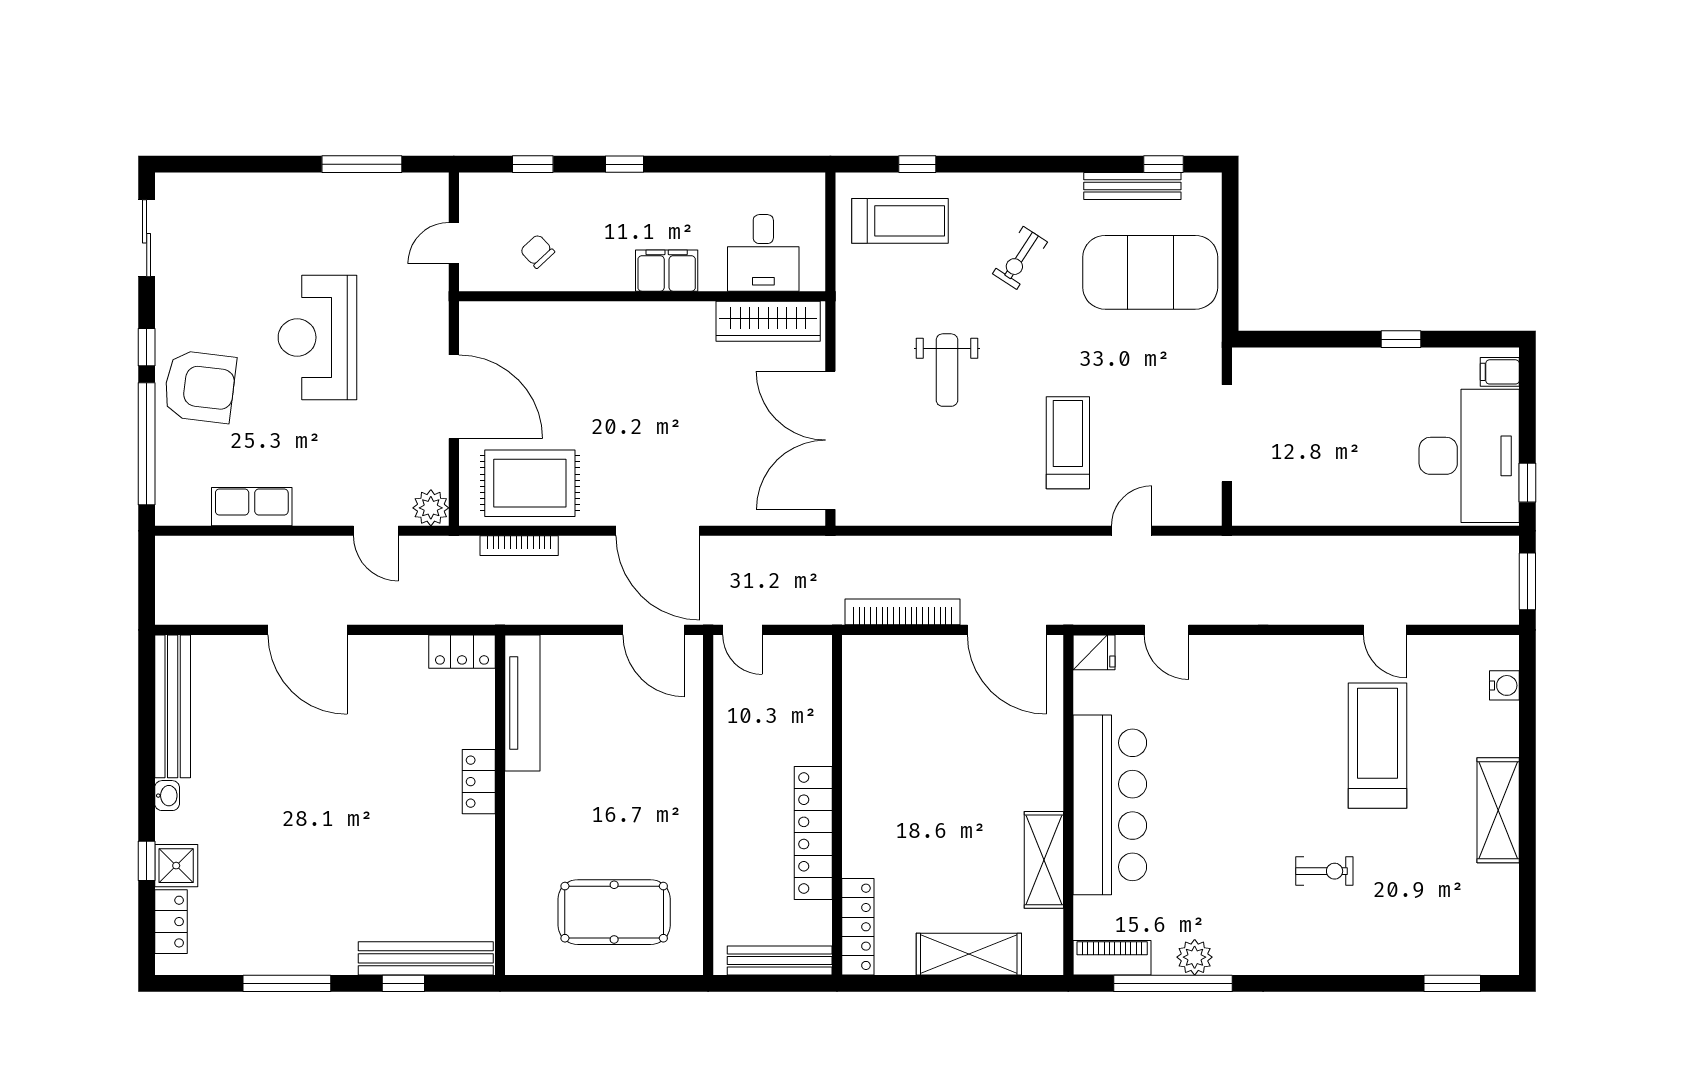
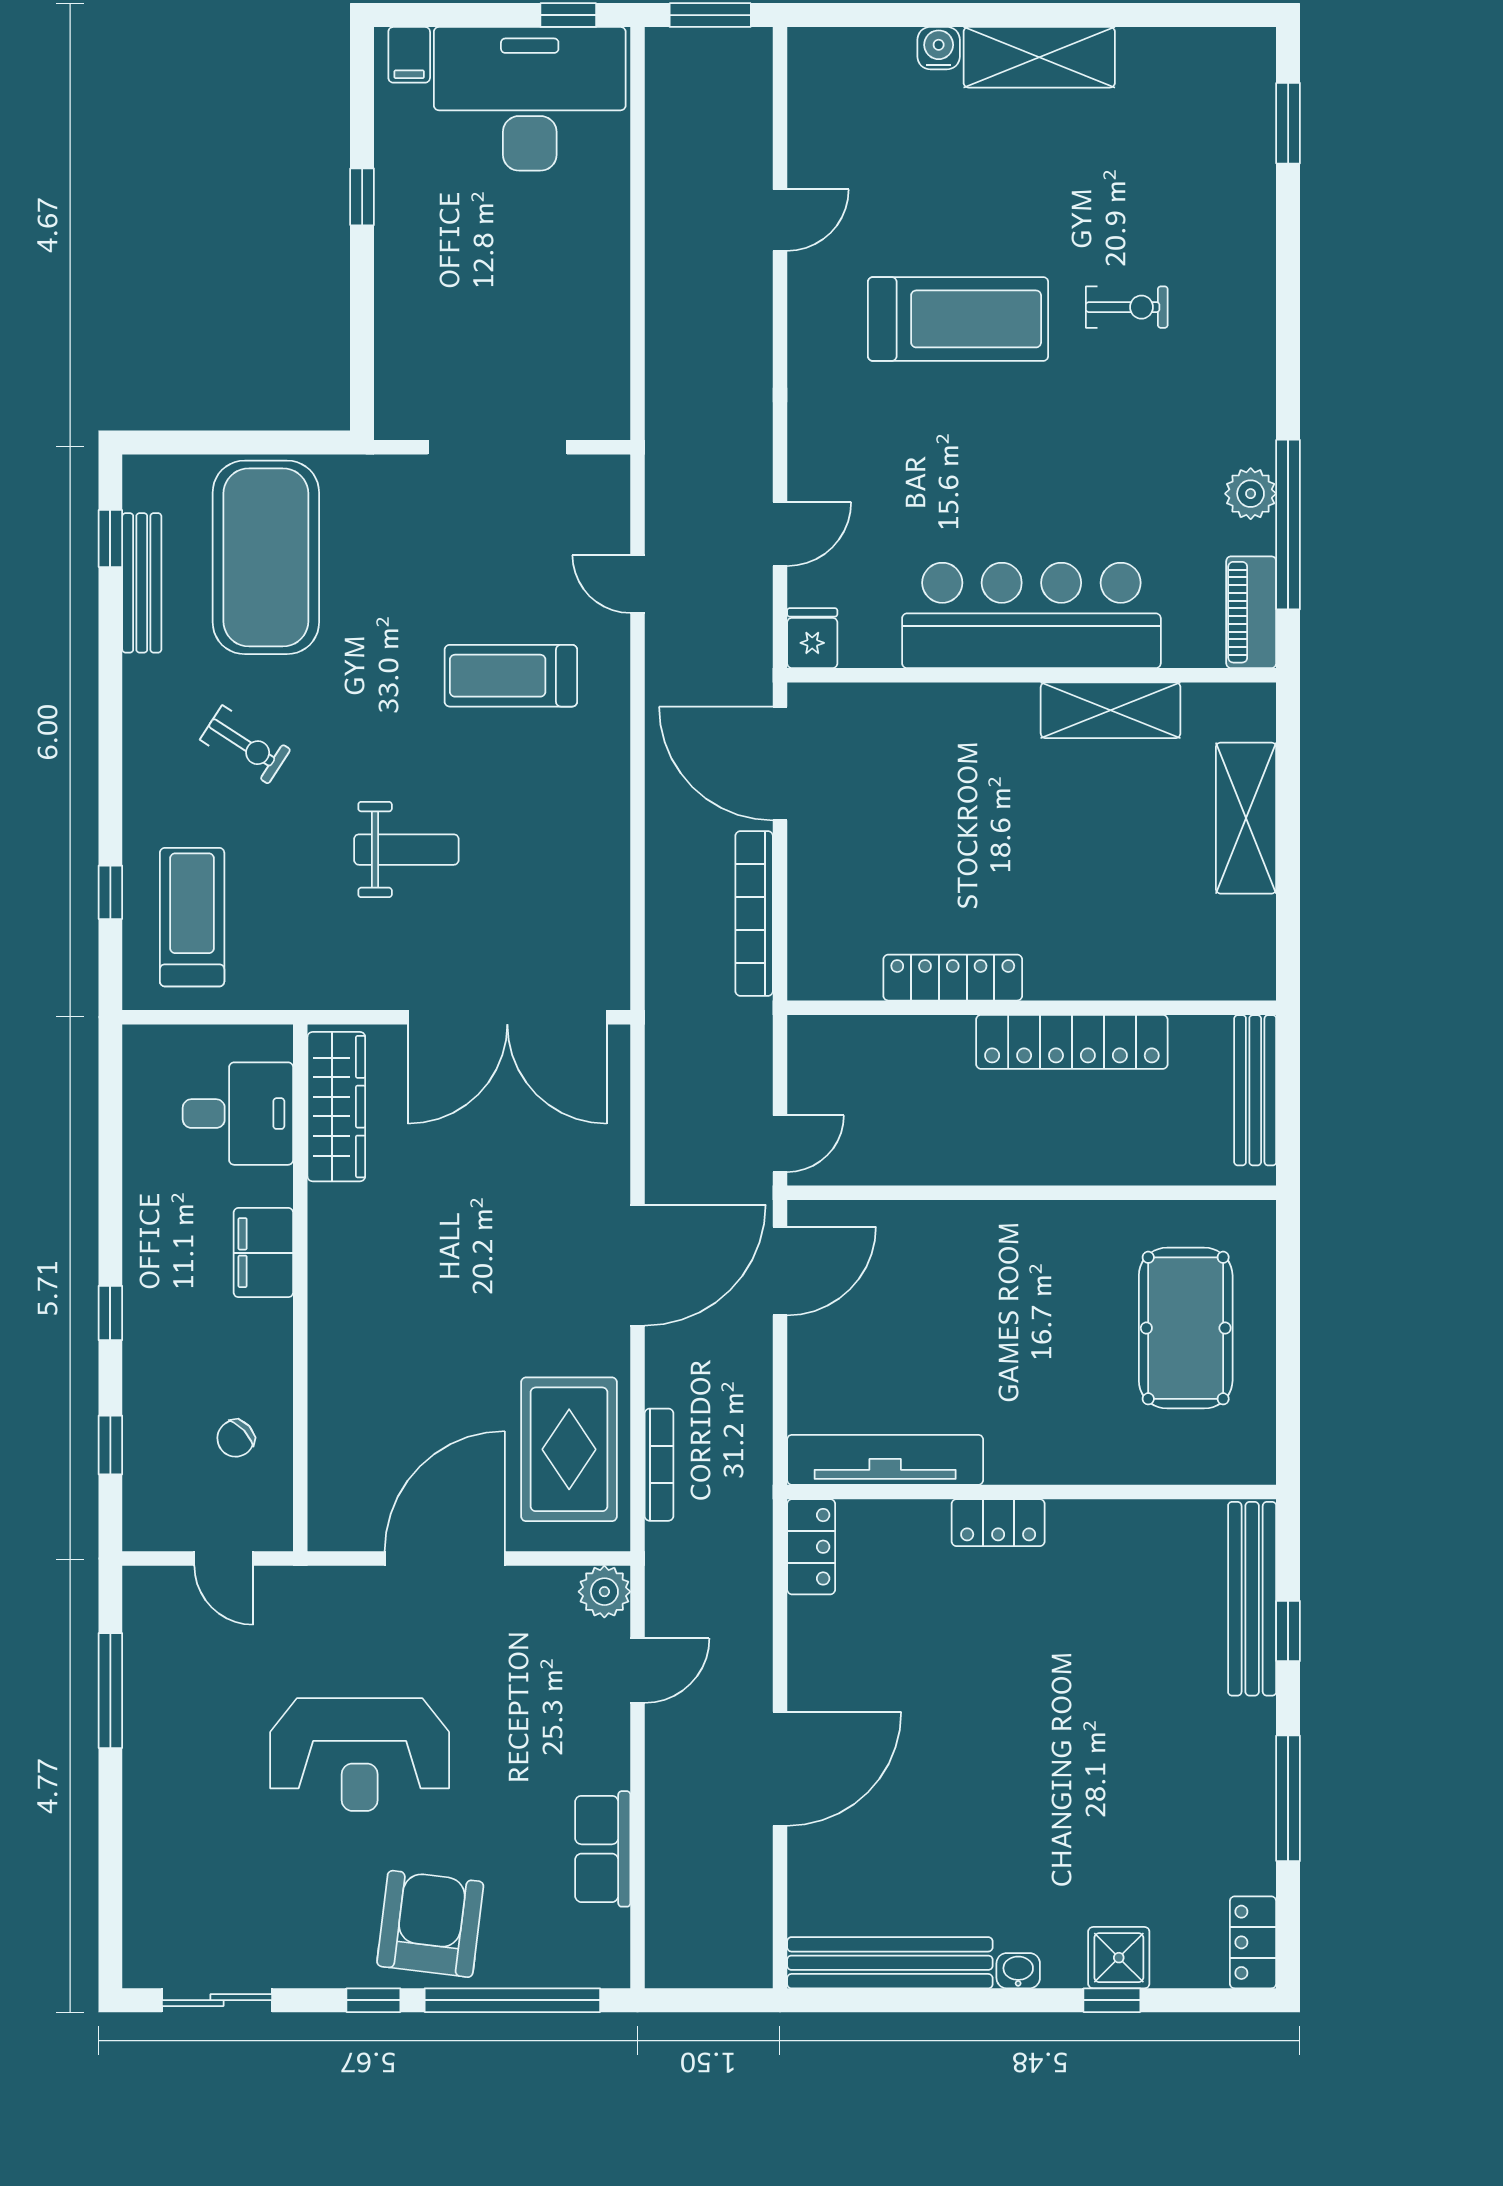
door: (1007, 630) -> (780, 763), swing flipped
water cooler: (1504, 685) -> (939, 48), moved
treadmill: (1377, 746) -> (958, 319), moved, turned 180
exercise bike: (1324, 871) -> (1127, 307), turned 90
locker: (171, 922) -> (1253, 1942), moved, turned -90
locker: (858, 927) -> (953, 978), moved

